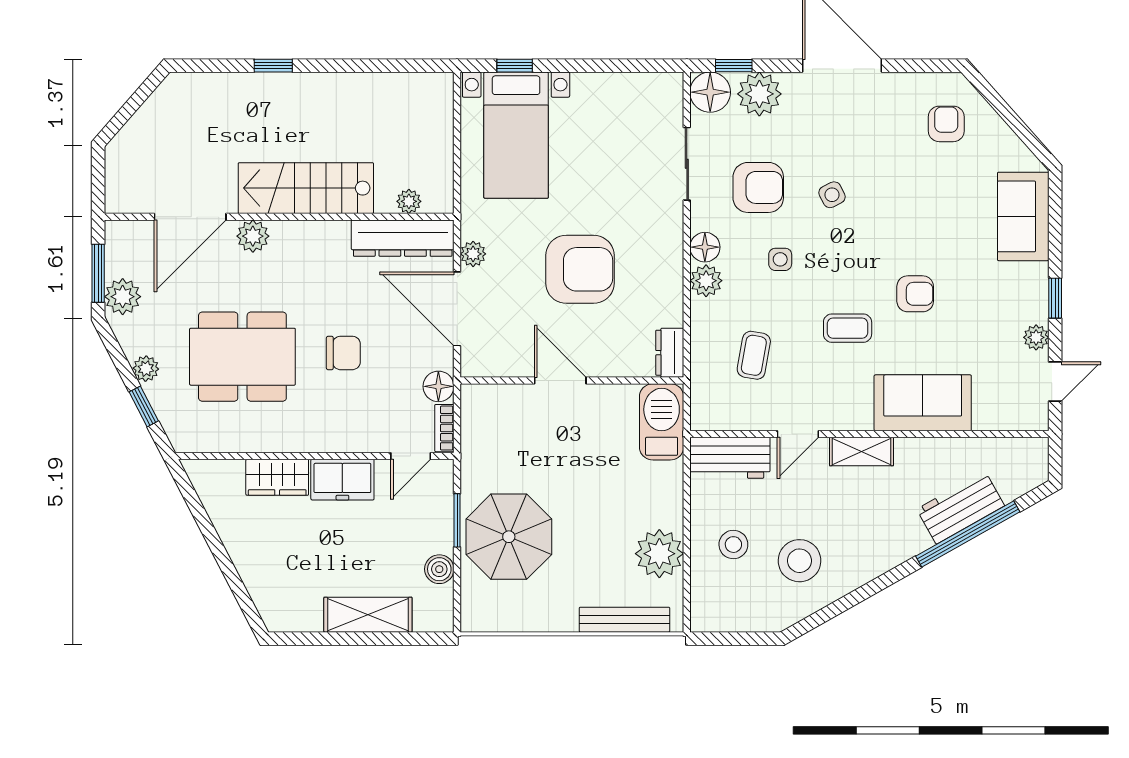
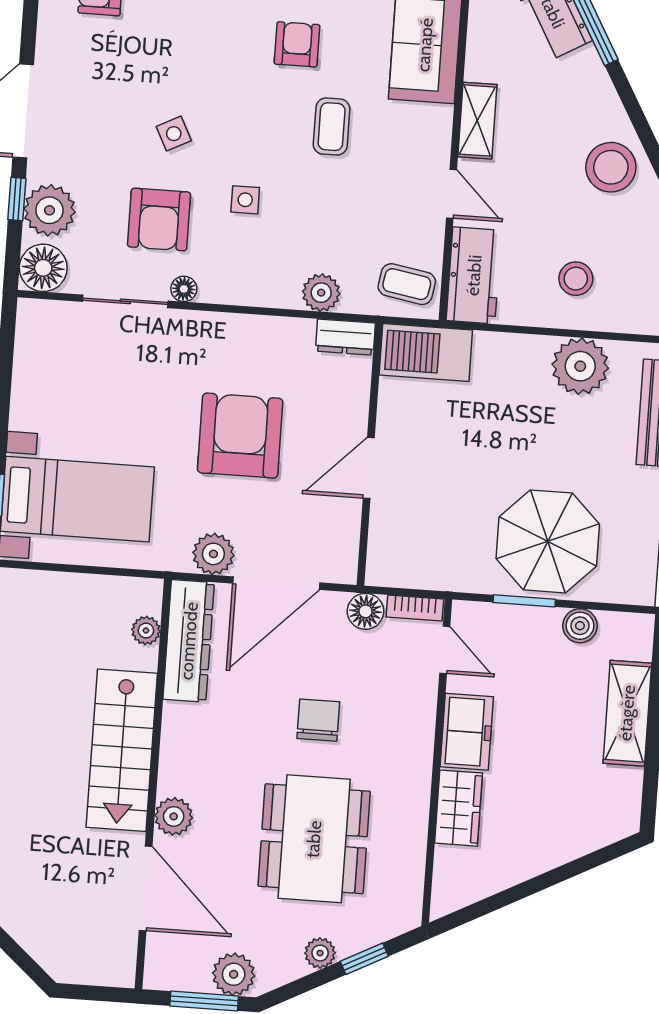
window: (734, 66) -> (17, 199), moved
armchair: (758, 187) -> (159, 220), turned 180
floor lamp: (705, 247) -> (184, 289), moved, width x0.73, depth x0.73
plant: (473, 254) -> (213, 554), width x1.38, depth x1.38
plant: (706, 281) -> (321, 293), moved
coffee table: (754, 355) -> (407, 284), moved
stool: (799, 561) -> (611, 167), moved

